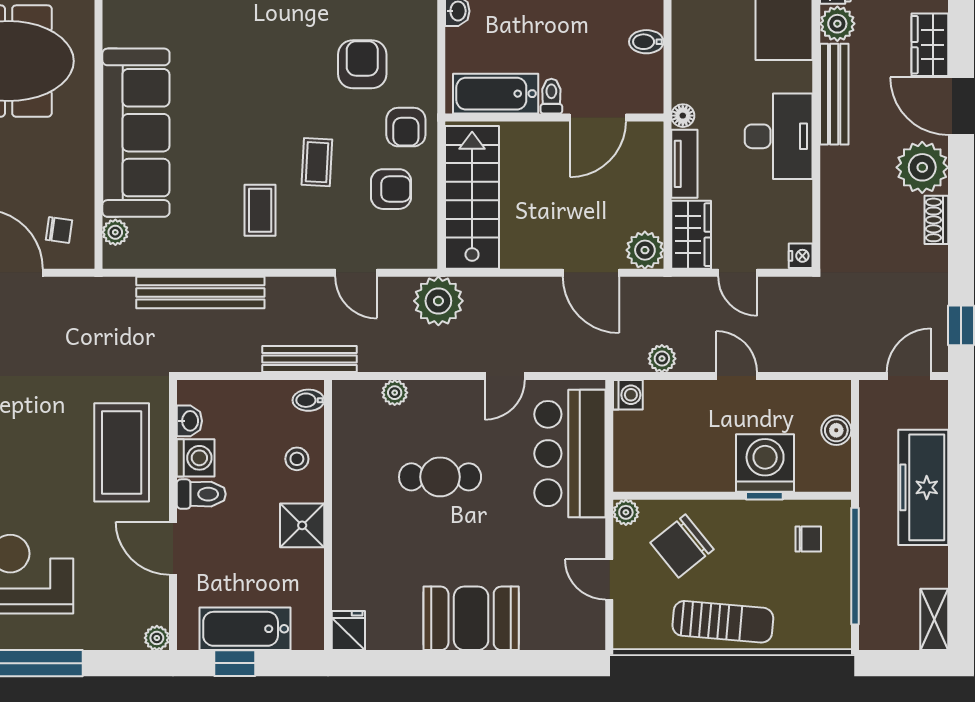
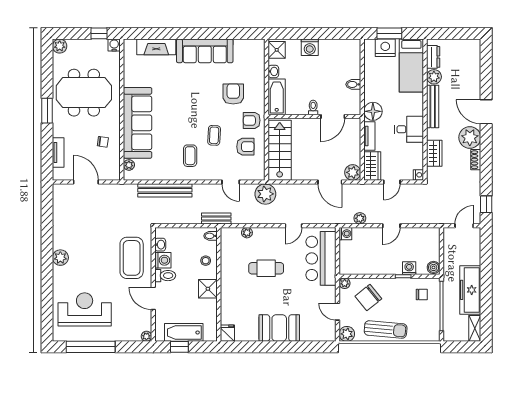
wardrobe: (930, 45) -> (434, 153), moved, turned 180
bathtub: (496, 94) -> (277, 97), moved, turned 90
floor lamp: (683, 116) -> (373, 111), width x1.89, depth x1.89
armchair: (406, 127) -> (252, 120), turned 90
desk: (779, 136) -> (409, 129), width x0.73
chair: (59, 230) -> (103, 142), moved
door: (738, 273) -> (392, 182), hinge flipped
bench: (309, 359) -> (216, 218), width x0.73
door: (737, 376) -> (391, 226), swing flipped
boiler: (836, 430) -> (434, 267), moved
washing machine: (765, 463) -> (409, 268), width x0.53, depth x0.53
freezer: (923, 487) -> (470, 290), moved
plant: (631, 632) -> (347, 334), added

